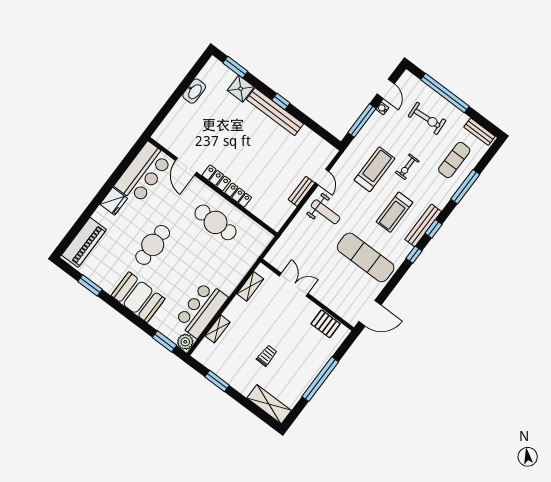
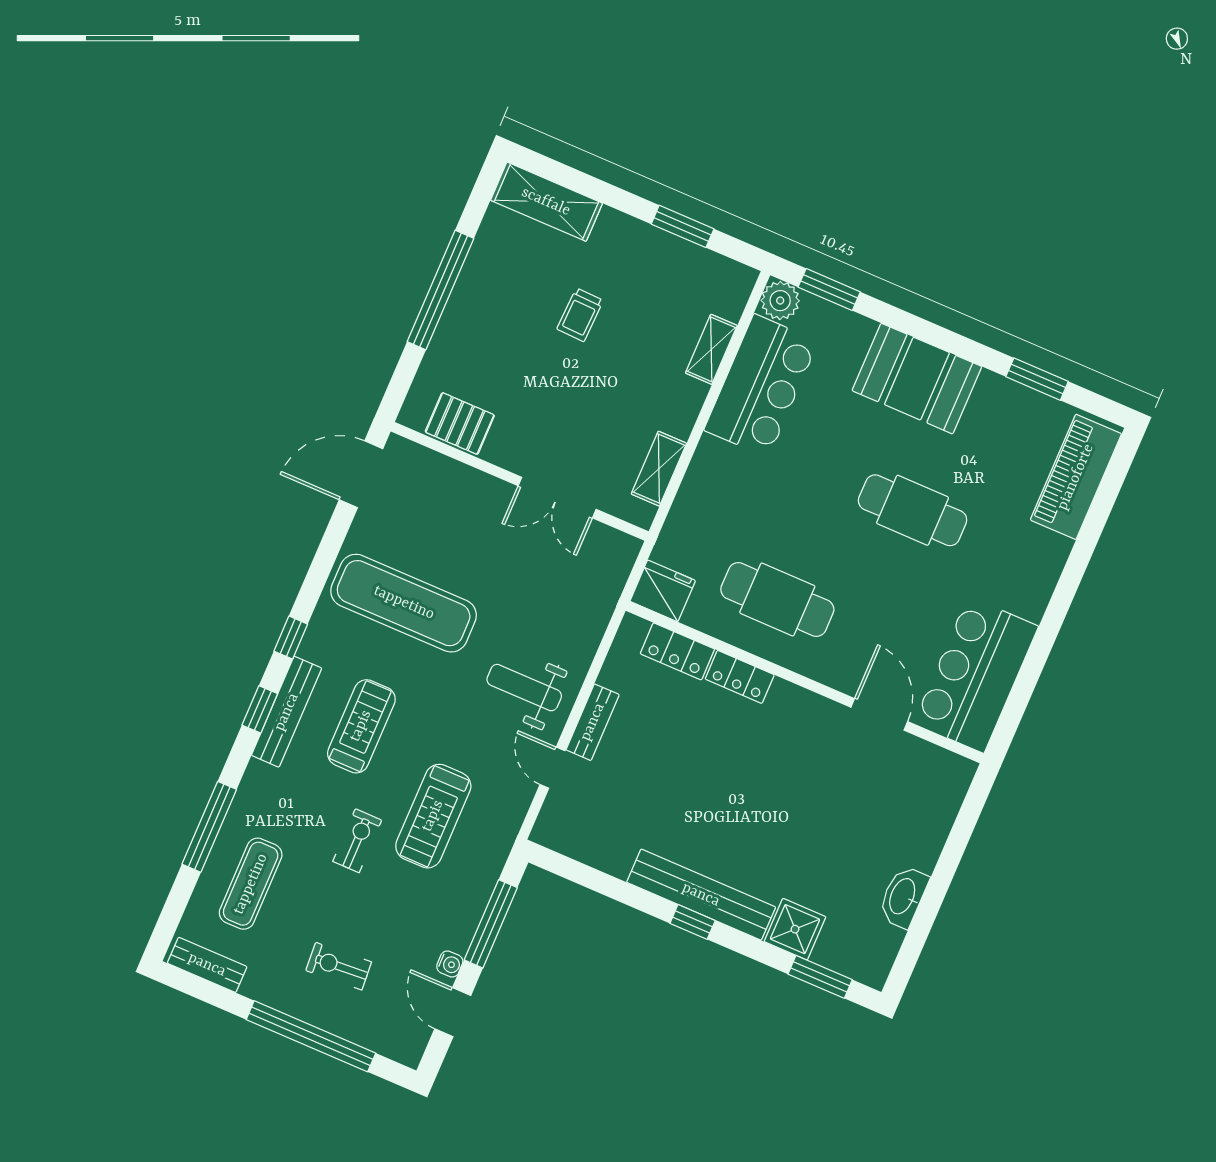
exercise bike: (427, 118) -> (339, 966), width x0.73, depth x0.72
locker: (216, 178) -> (677, 651), moved
fridge: (114, 201) -> (663, 591), moved, turned 90
cafe table: (153, 245) -> (913, 510), turned 90

